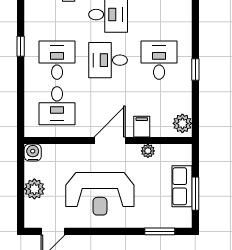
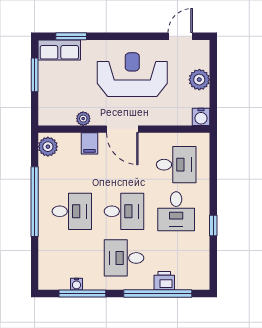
desk: (159, 60) -> (72, 211), turned -90
window: (195, 70) -> (35, 202), width x3.17
desk: (57, 106) -> (176, 165), turned 90
door: (110, 141) -> (122, 129), hinge flipped
row of seats: (182, 186) -> (59, 50), moved, turned 90

